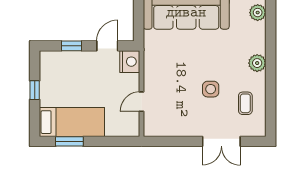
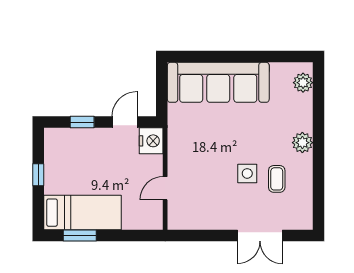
coffee table: (245, 103) -> (277, 179), moved

